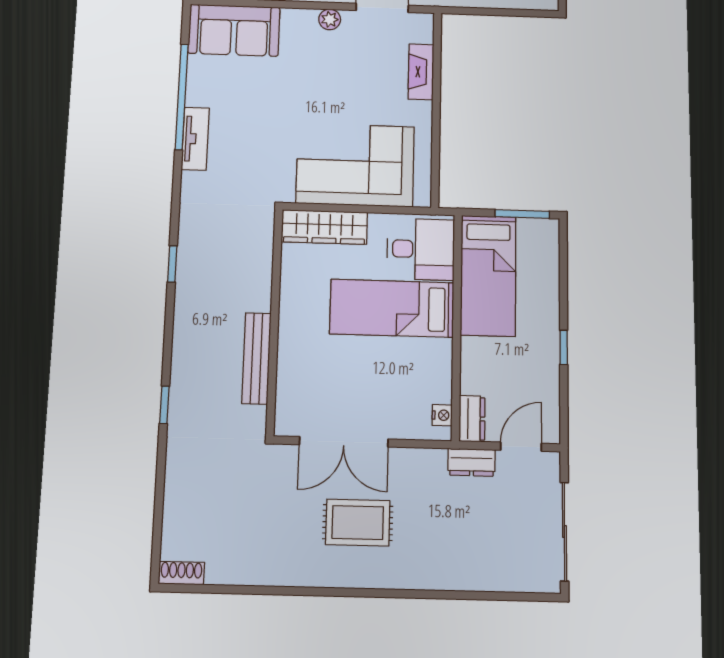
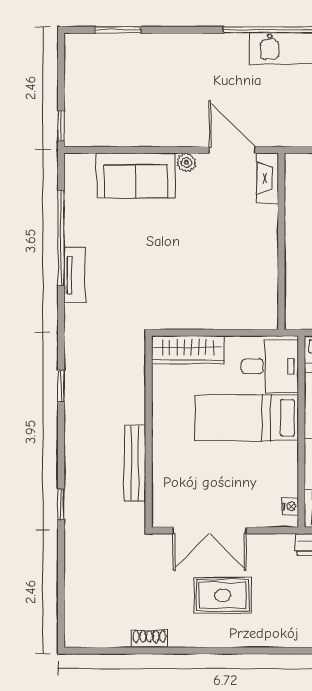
sofa: (234, 30) -> (136, 176), moved
fireplace: (421, 72) -> (267, 178), moved
corner sofa: (355, 165) -> (212, 294), removed
shoe rack: (181, 573) -> (149, 639), moved

